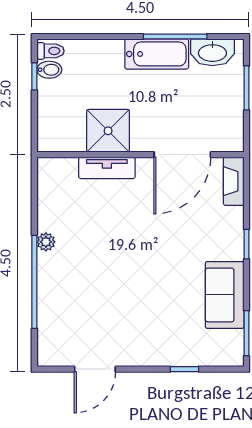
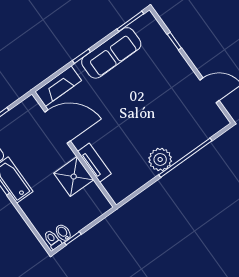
fireplace: (234, 181) -> (58, 86), width x1.37, depth x1.32
plant: (46, 242) -> (160, 159), width x1.87, depth x1.87
sofa: (225, 295) -> (111, 53), width x1.36

